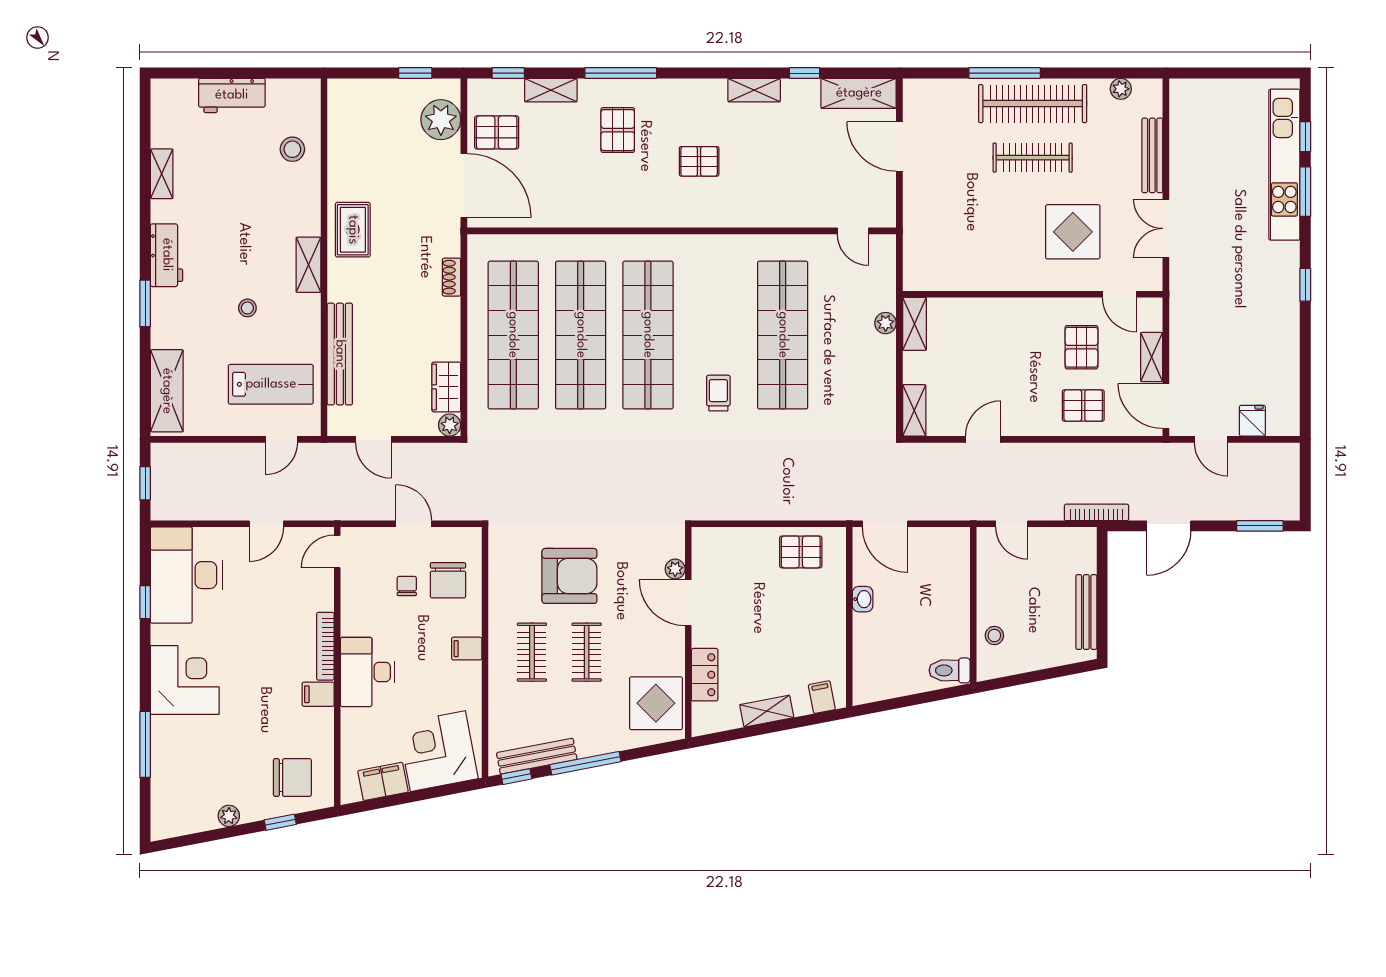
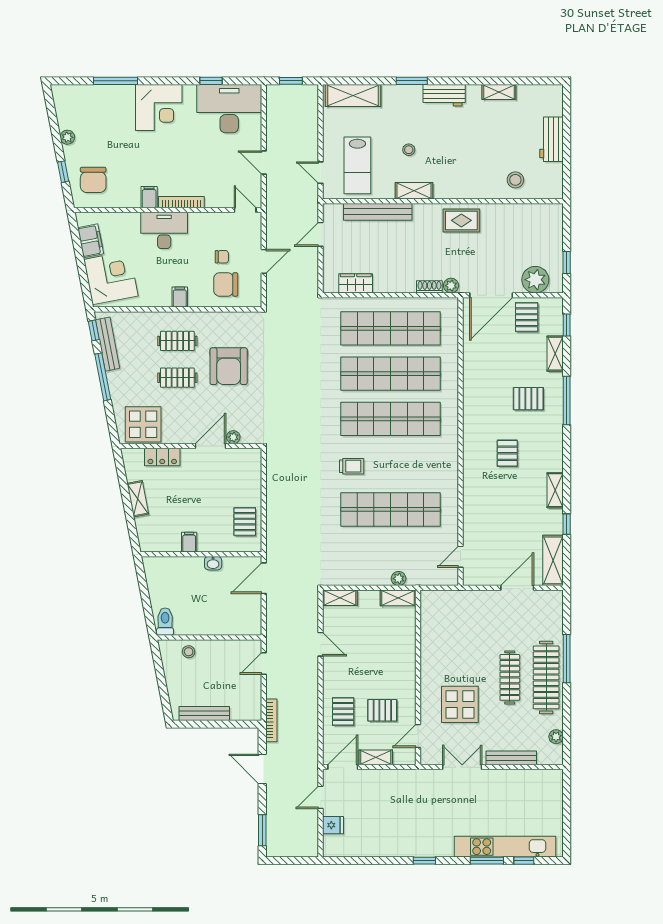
shelving: (308, 265) -> (414, 191), moved
plant: (450, 425) -> (451, 286), moved
filing cabinet: (822, 697) -> (189, 542), moved, turned -79

